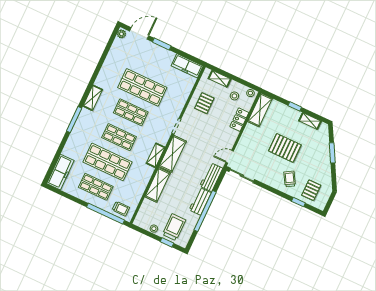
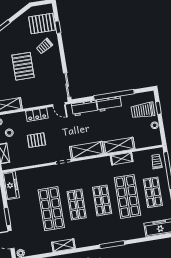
shelving: (93, 98) -> (63, 245), moved
pallet: (204, 103) -> (36, 140), moved
locker: (239, 120) -> (37, 115), moved
shelving: (156, 155) -> (122, 159), moved
pallet: (311, 190) -> (42, 23), width x1.50, depth x1.42

